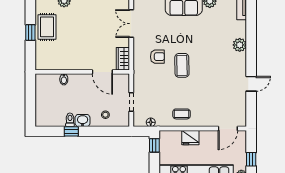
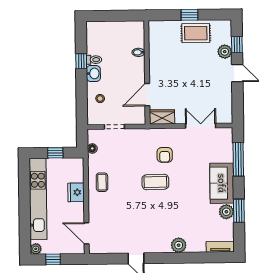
window: (154, 145) -> (55, 153), moved

